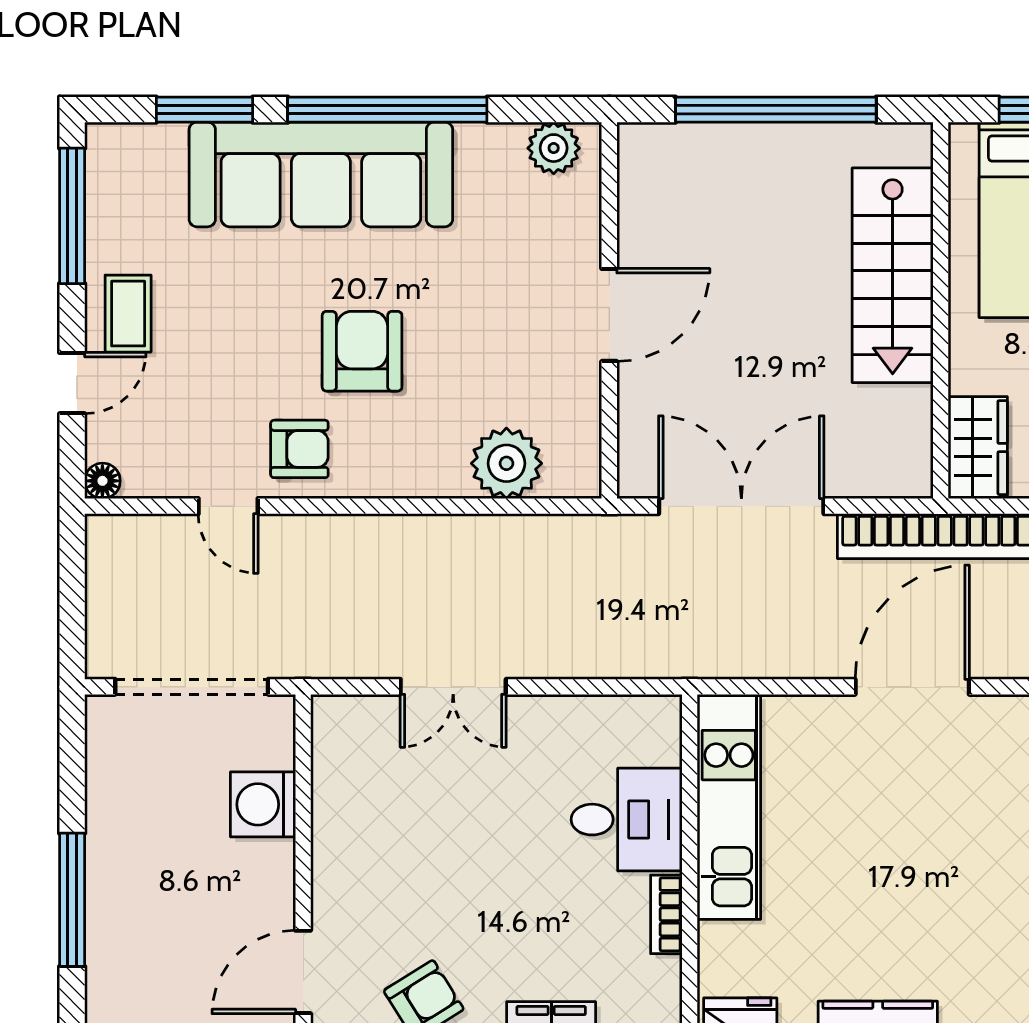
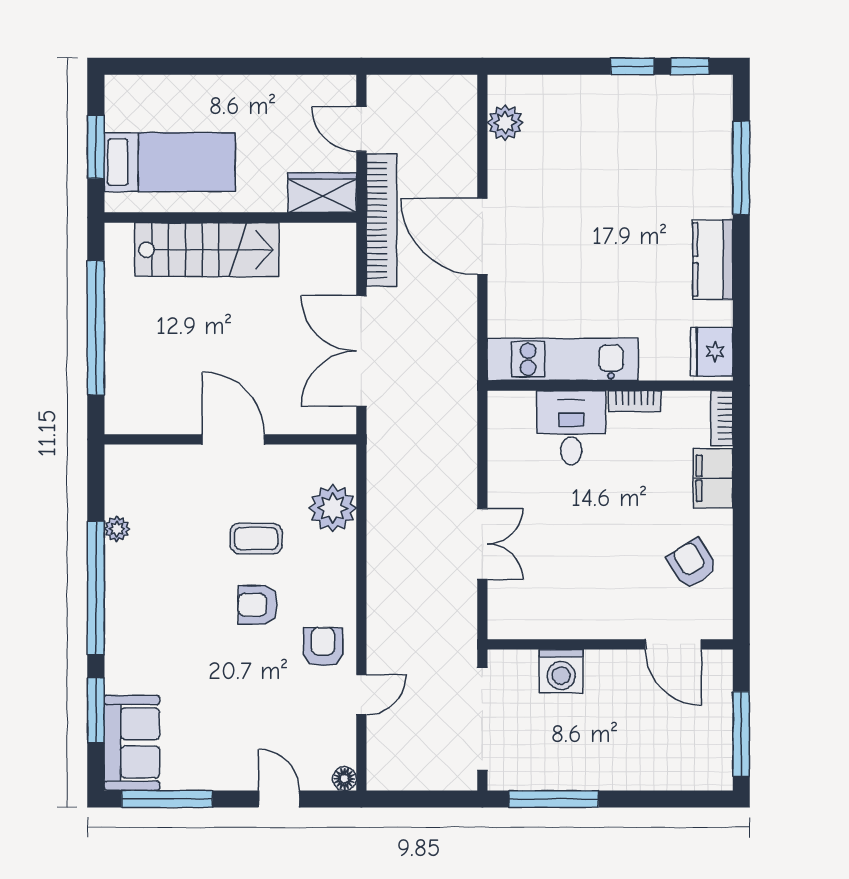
plant: (554, 148) -> (117, 529), moved, width x0.73, depth x0.73
sofa: (321, 174) -> (132, 743), moved, width x0.54, depth x0.79
coffee table: (128, 314) -> (256, 539), moved
armchair: (362, 351) -> (258, 605), width x0.72, depth x0.72
window: (72, 900) -> (554, 799), moved

